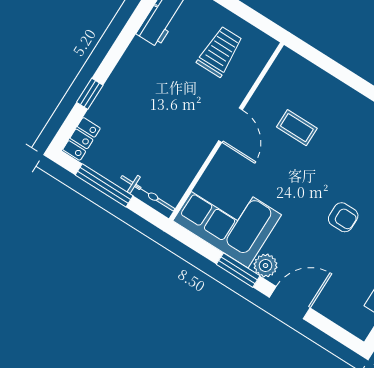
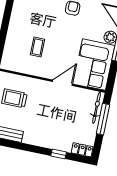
door: (231, 125) -> (62, 83), moved
window: (104, 185) -> (103, 119), moved

